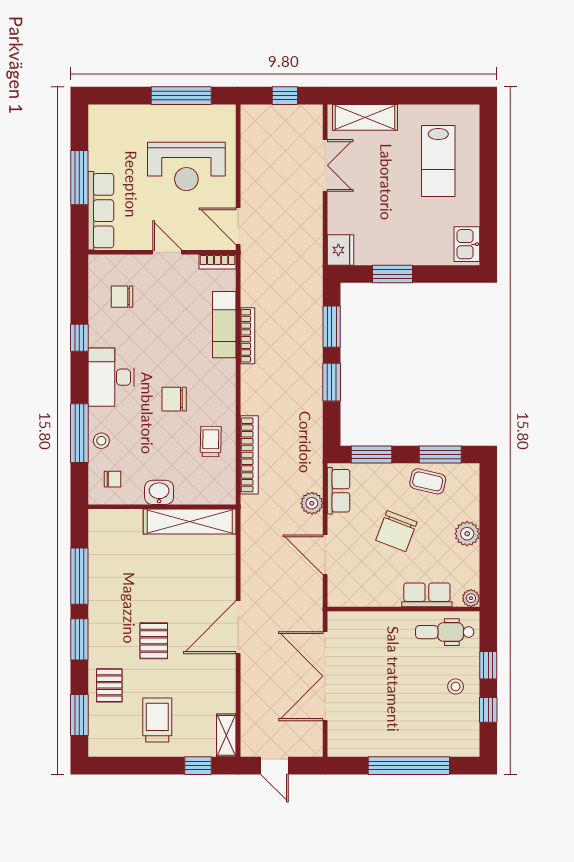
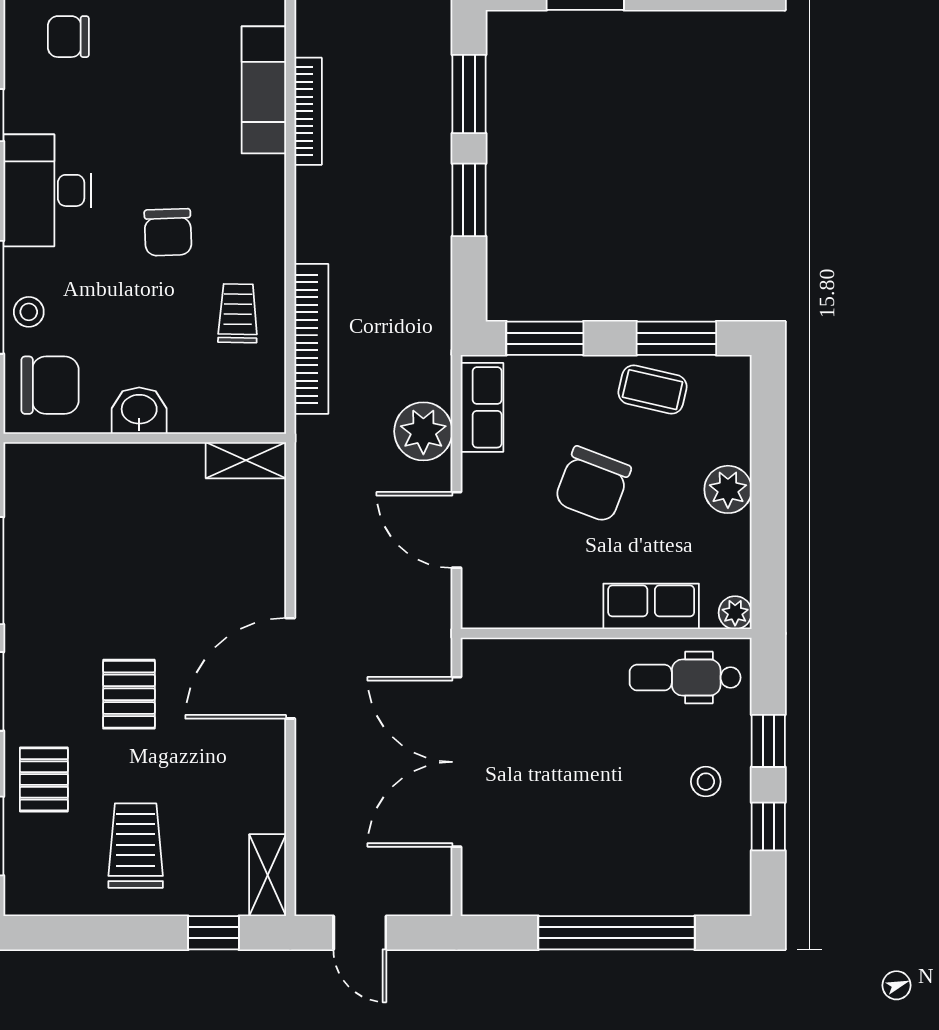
chair: (174, 399) -> (168, 232), turned -92
chair: (112, 479) -> (50, 385), width x1.87, depth x1.87
plant: (312, 503) -> (423, 431), width x1.36, depth x1.36
shelving: (190, 522) -> (246, 460), width x0.45, depth x0.75

